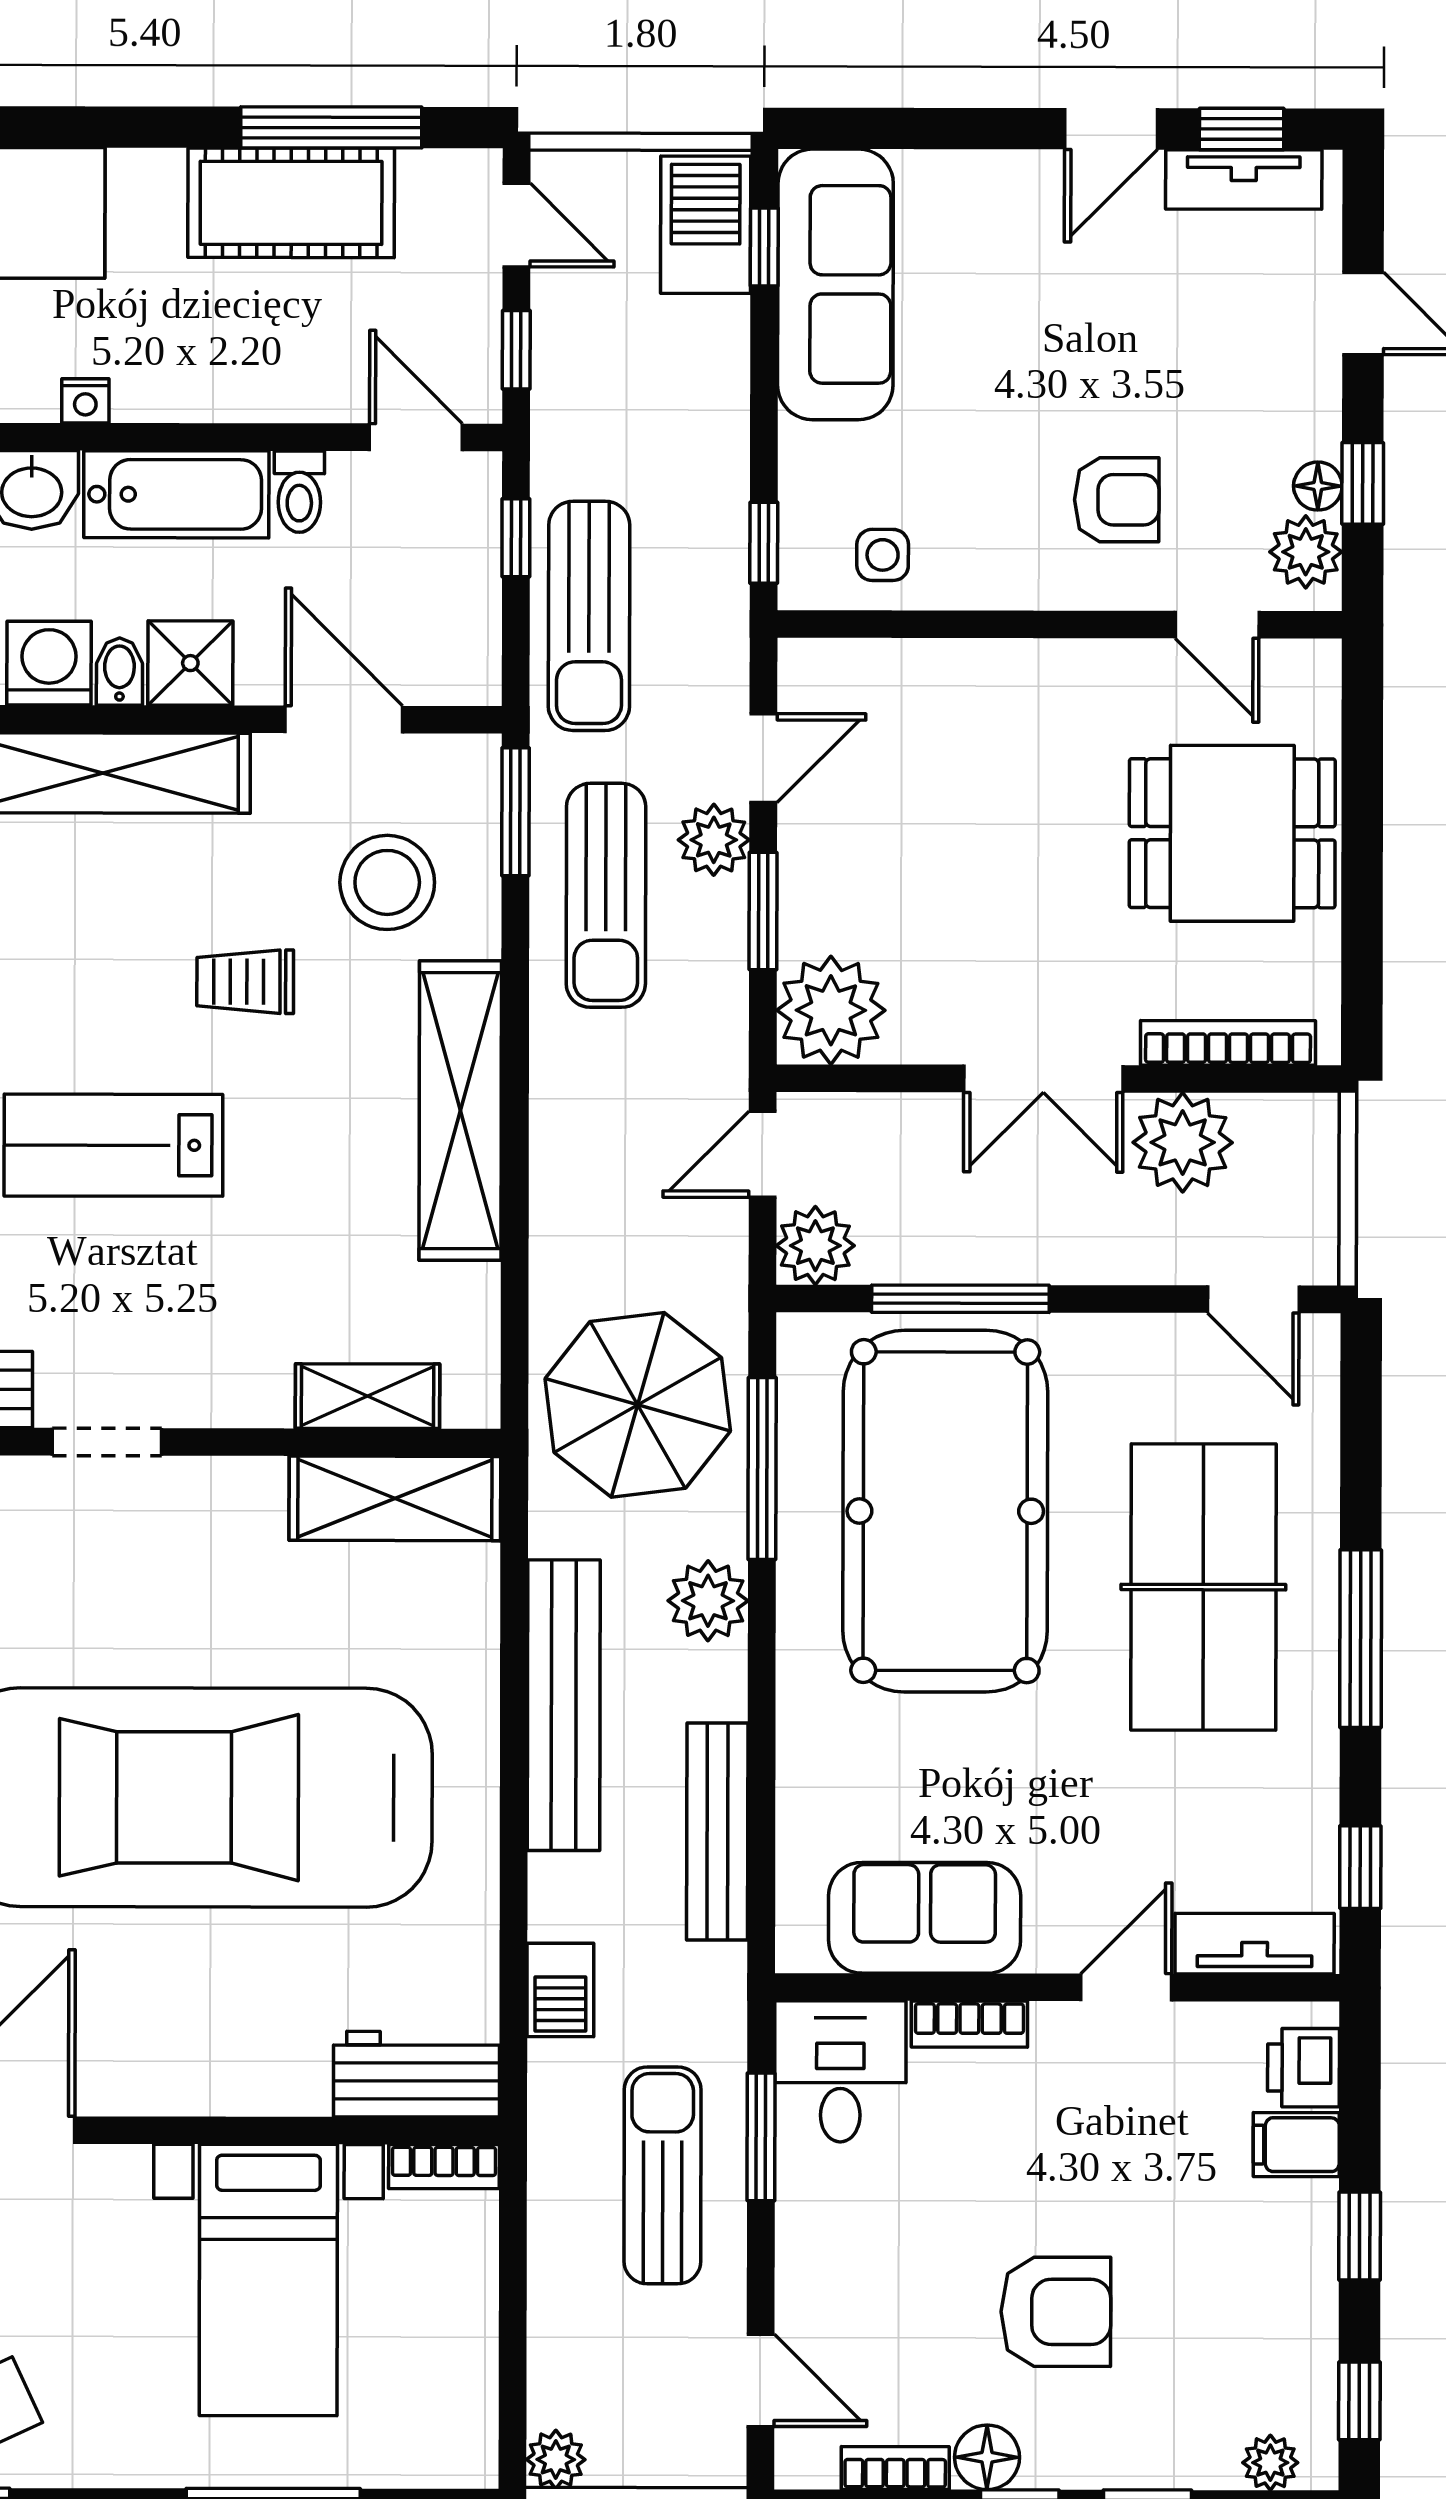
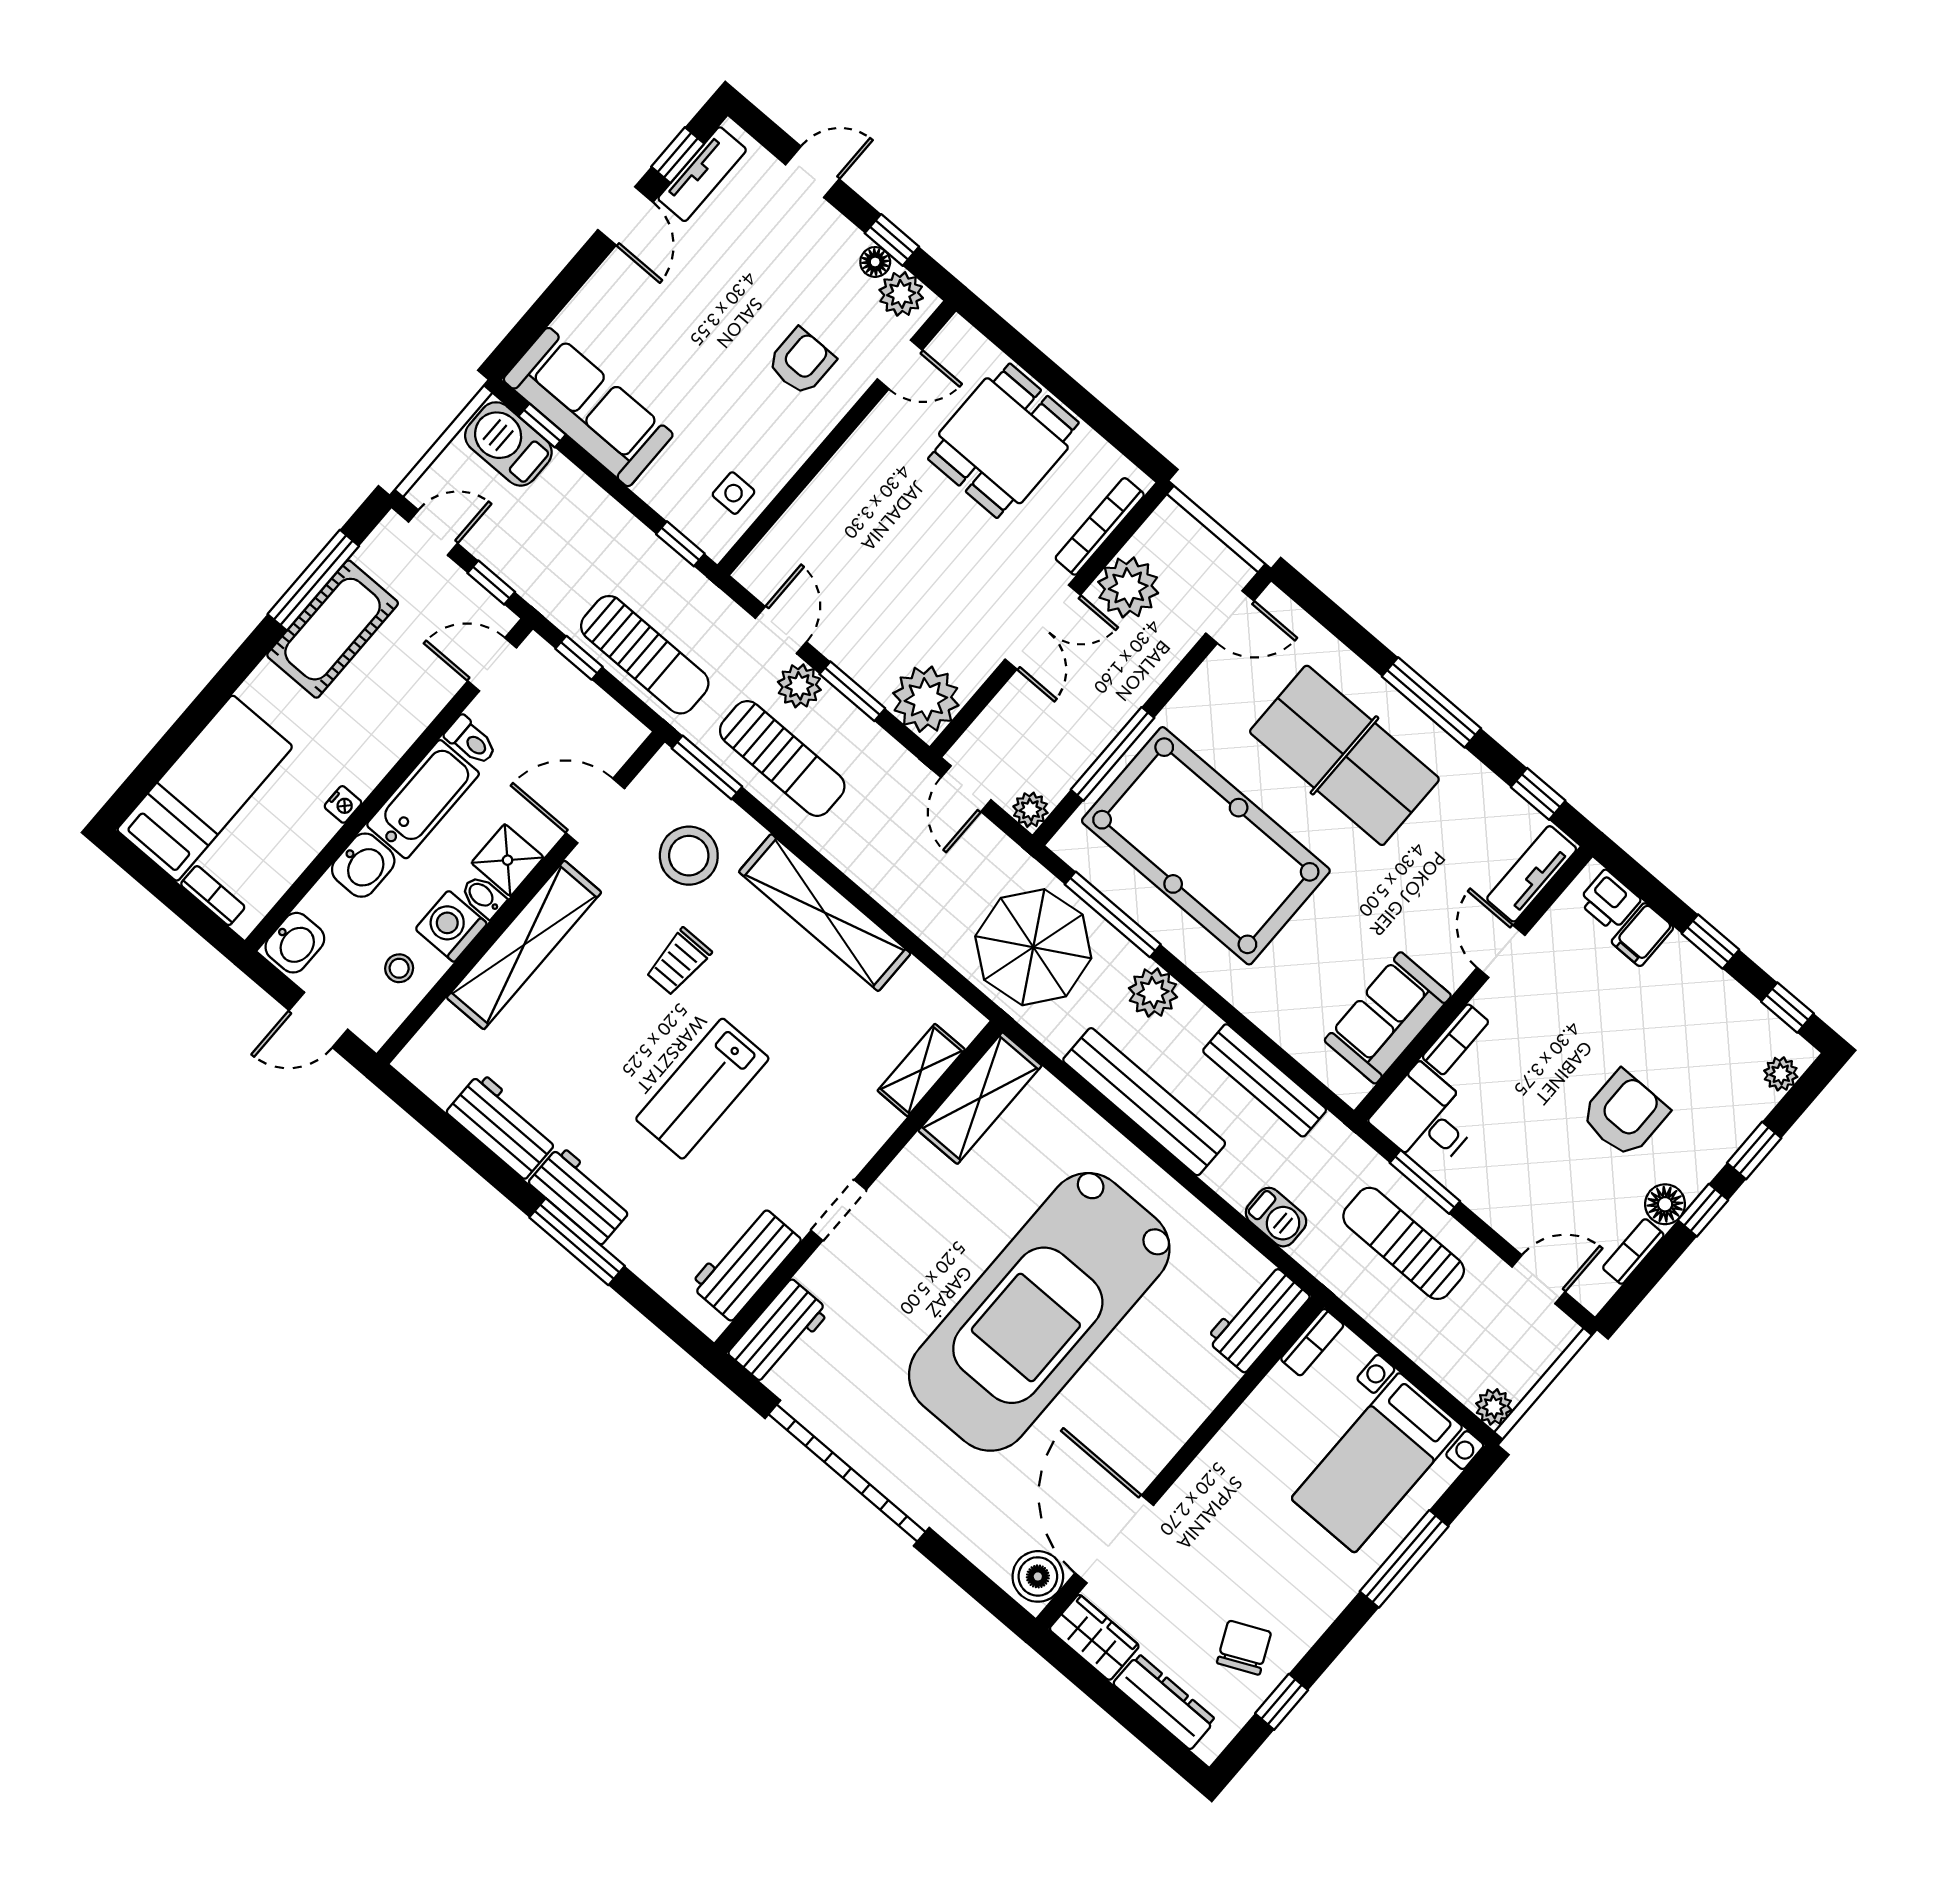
plant: (815, 1246) -> (1030, 810), width x0.73, depth x0.73
bed with nightstands: (268, 2280) -> (1377, 1463), moved, turned 90

